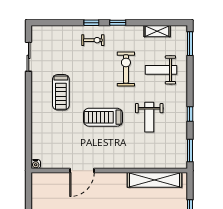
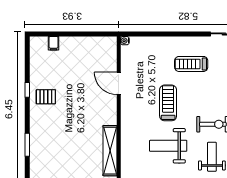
weight bench: (149, 117) -> (168, 146), width x1.36, depth x1.33

